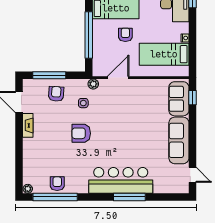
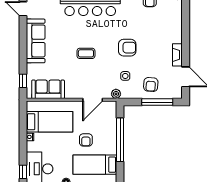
sofa: (179, 99) -> (48, 89), moved, turned -90
coffee table: (125, 127) -> (86, 53), added

